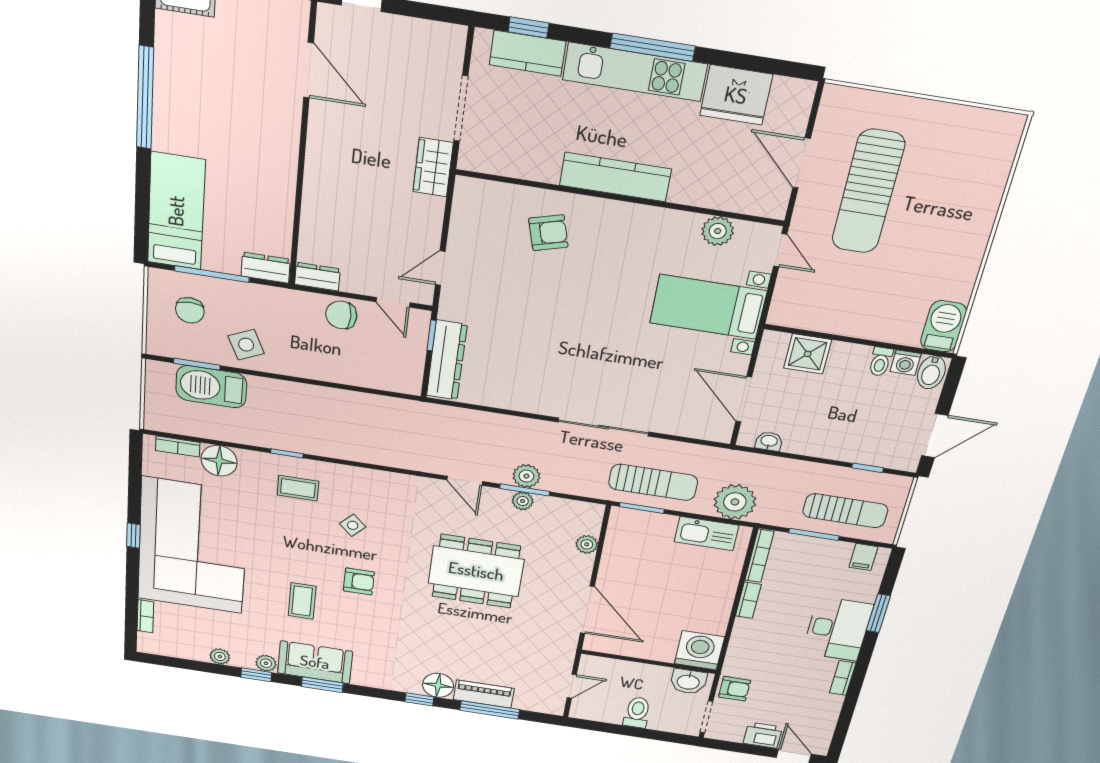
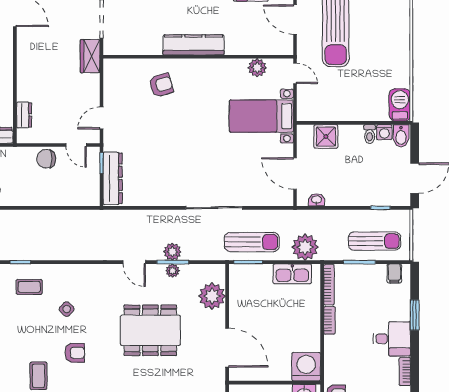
dresser: (317, 277) -> (24, 115), moved, turned 90
plant: (587, 544) -> (212, 296), width x1.88, depth x1.88
desk: (838, 629) -> (392, 339), width x0.73

